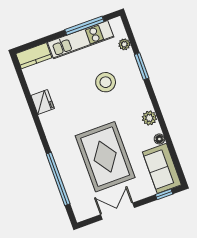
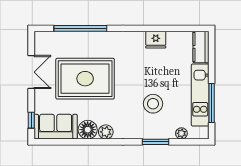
floor lamp: (159, 139) -> (88, 130), width x1.89, depth x1.89

